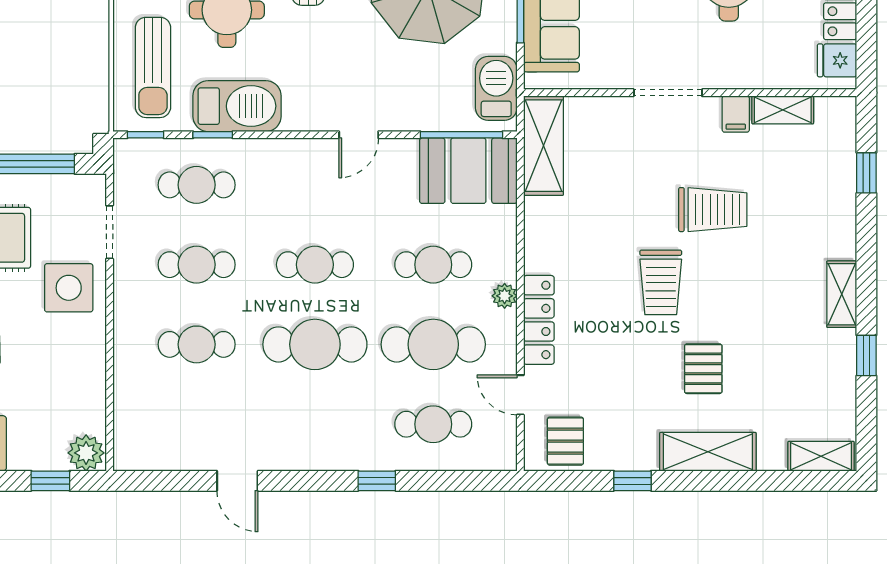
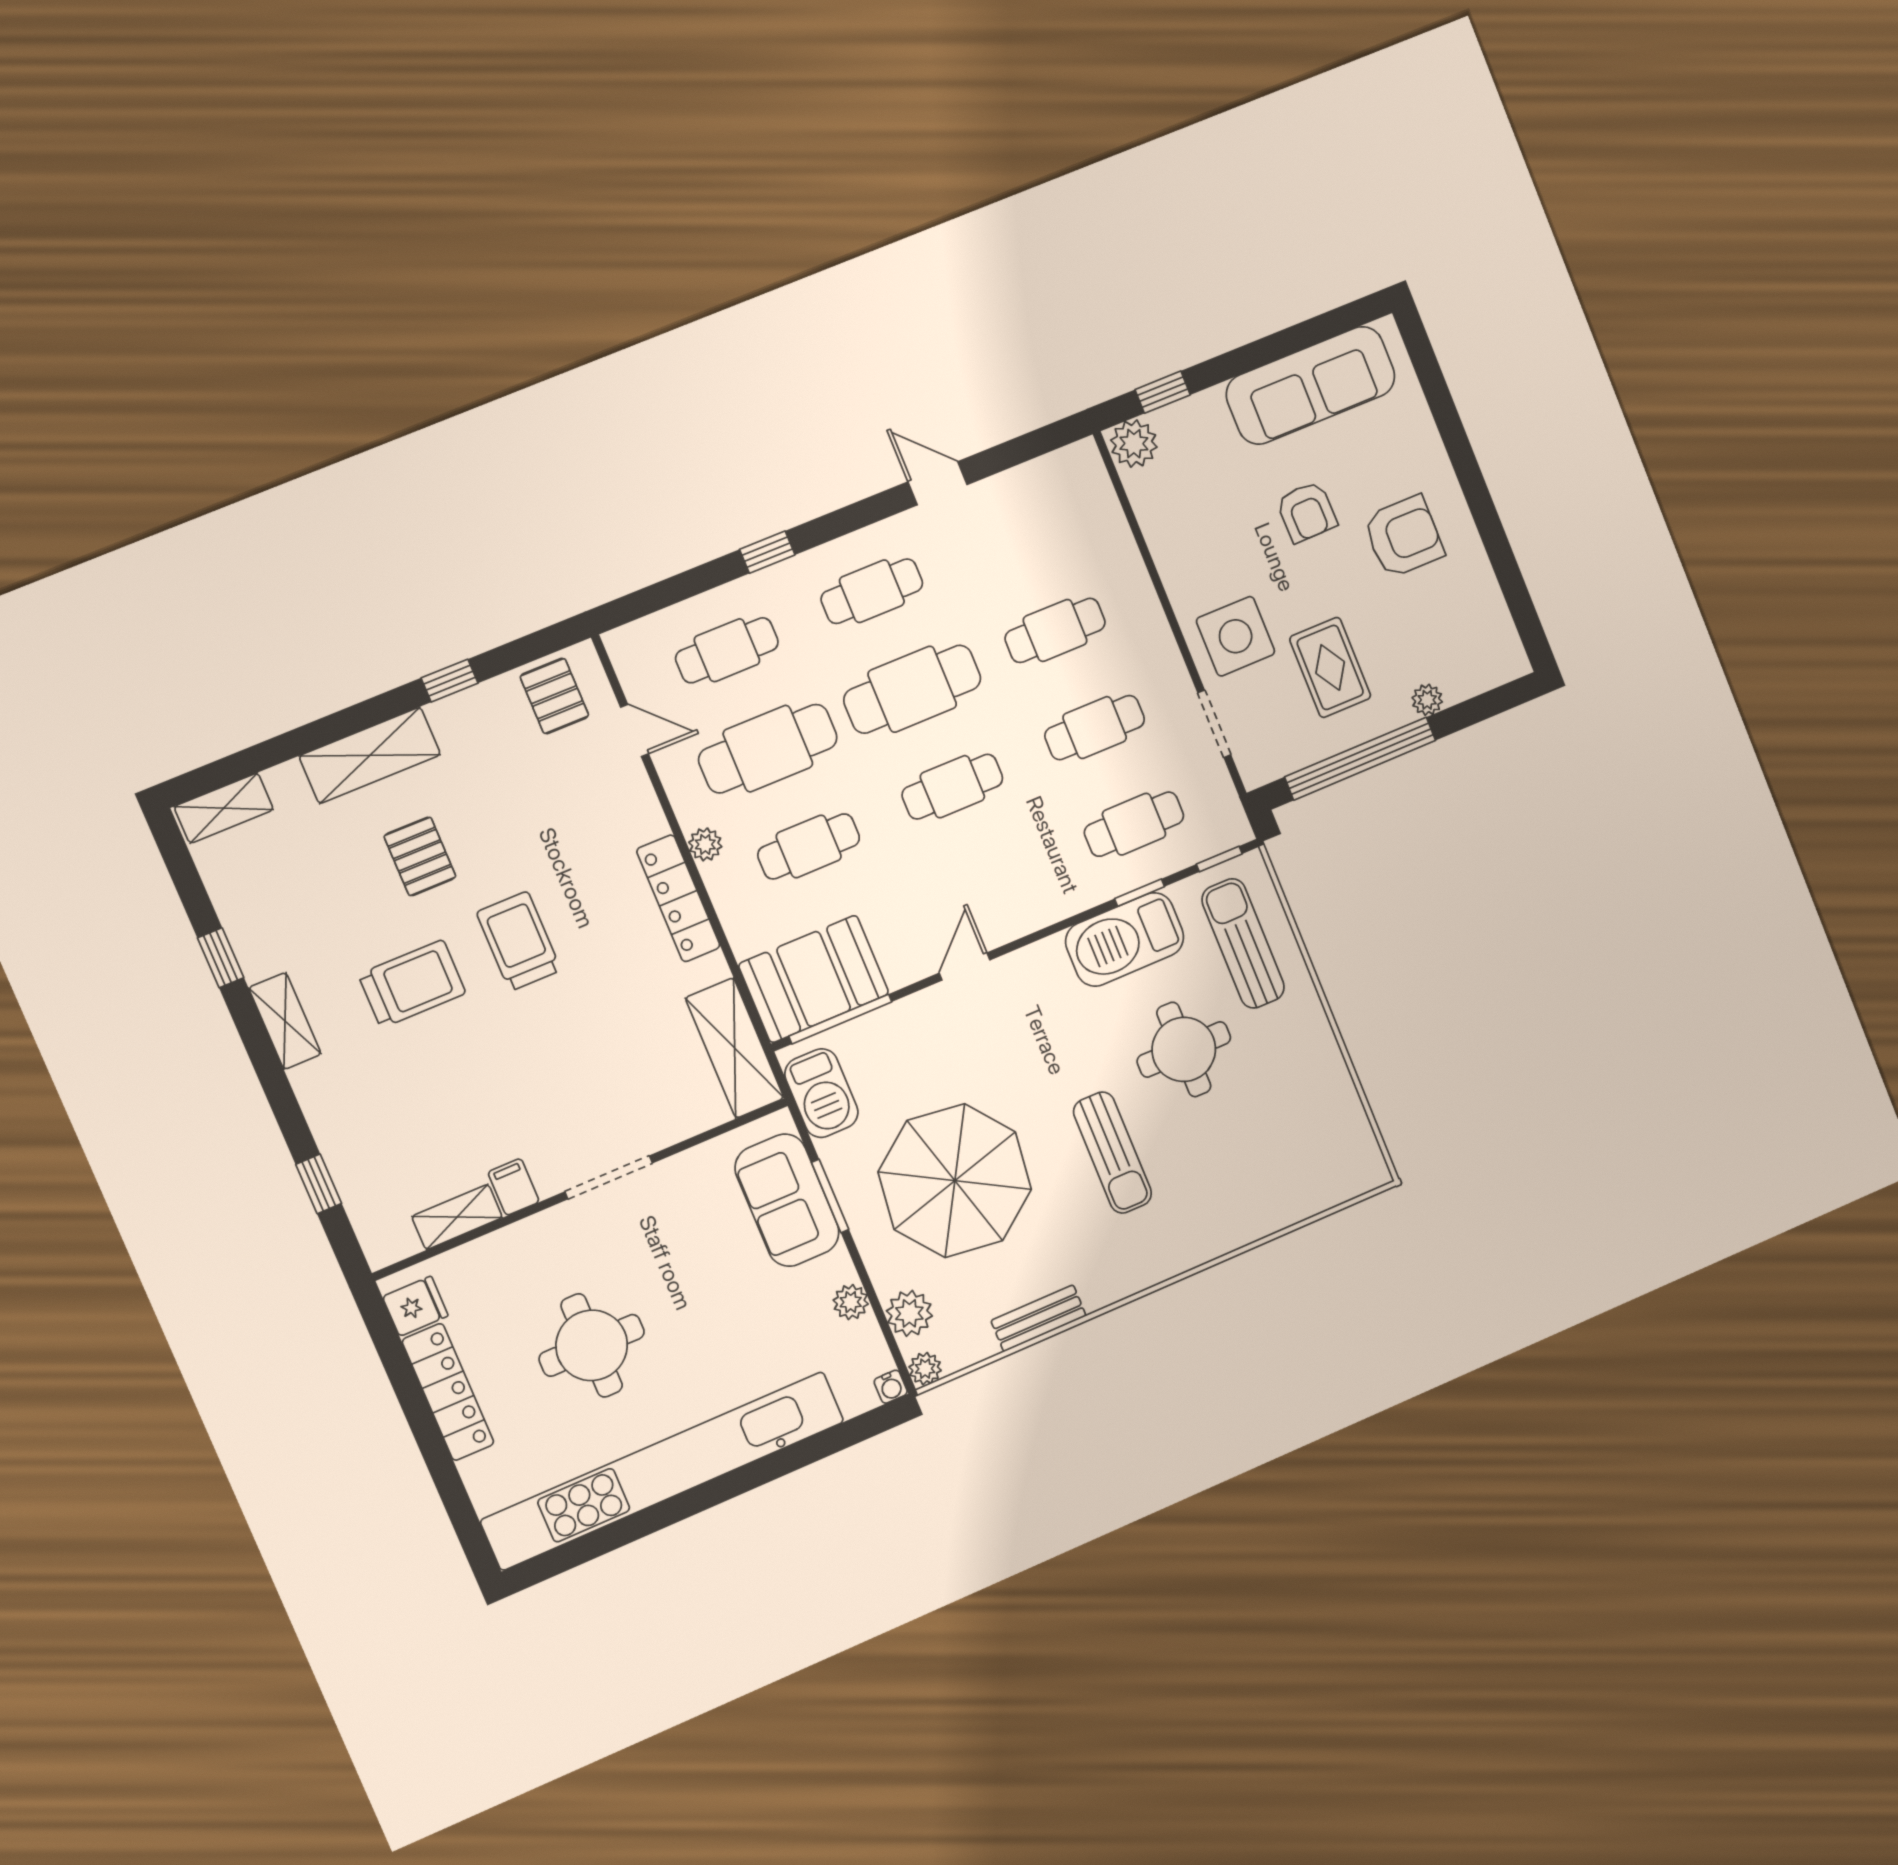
trolley: (713, 210) -> (412, 984), moved, turned 180
locker: (539, 320) -> (678, 898), moved
cafe table: (315, 424) -> (872, 591), added

